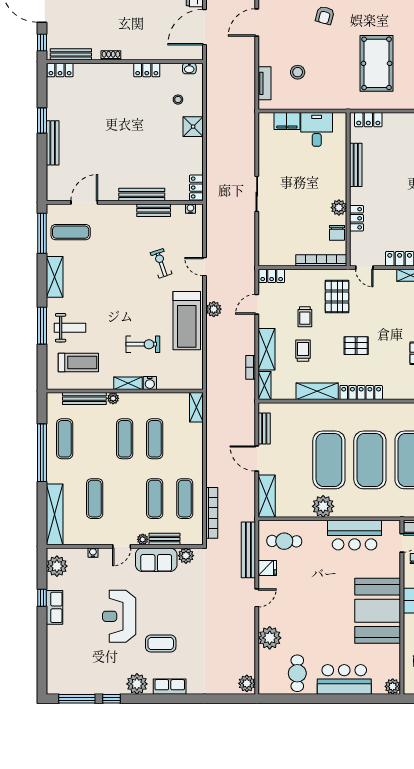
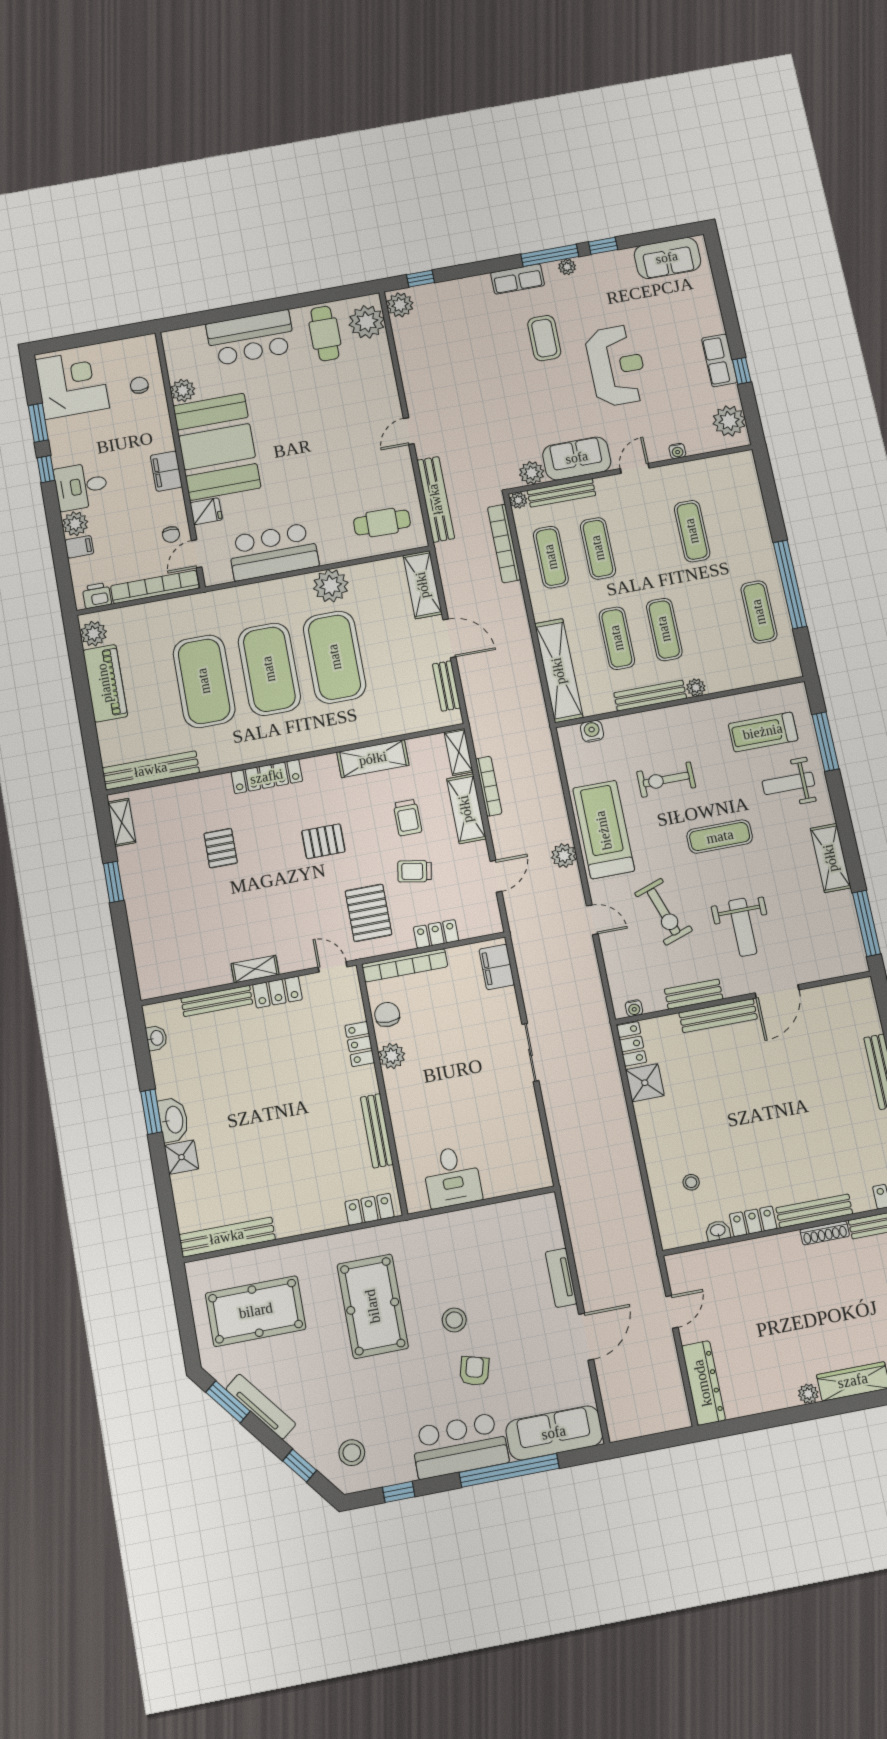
door: (205, 27) -> (672, 1312), width x0.53
shoe rack: (111, 55) -> (825, 1233), width x1.43
bench: (110, 69) -> (814, 1211), added
washbasin: (189, 69) -> (718, 1231), moved
stool: (298, 72) -> (454, 1320), moved
tv unit: (265, 83) -> (561, 1278), moved
filing cabinet: (287, 121) -> (497, 967), moved, turned -90
shower: (193, 127) -> (645, 1083), moved
door: (84, 202) -> (777, 991), moved
exercise mat: (71, 232) -> (720, 837), moved
weight bench: (116, 245) -> (743, 927), added
exercise bike: (161, 263) -> (664, 912), width x1.38, depth x1.39
locker: (272, 276) -> (436, 934), moved
trolley: (305, 317) -> (415, 871), turned -80
window: (42, 326) -> (825, 742), moved
bookcase: (251, 367) -> (489, 786), width x1.56
shelving: (128, 383) -> (677, 715), removed
water cooler: (150, 383) -> (592, 731), moved
locker: (361, 393) -> (267, 777), moved
bench: (84, 399) -> (650, 696), moved
shelving: (196, 407) -> (559, 671), width x2.20, depth x1.33
shelving: (55, 514) -> (749, 496), removed
plant: (143, 539) -> (518, 500), moved
bench: (165, 539) -> (561, 493), width x1.36
fridge: (267, 568) -> (206, 511), moved, turned 180
plant: (270, 638) -> (367, 322), moved
coffee table: (161, 643) -> (544, 338), turned 90
sofa: (73, 682) -> (667, 258), added
plant: (137, 684) -> (567, 267), width x0.53, depth x0.53
plant: (393, 686) -> (183, 390), moved
window: (77, 699) -> (550, 255), moved
window: (231, 699) -> (421, 279), added

